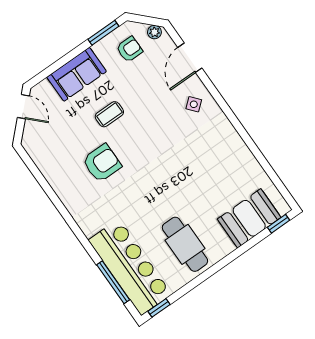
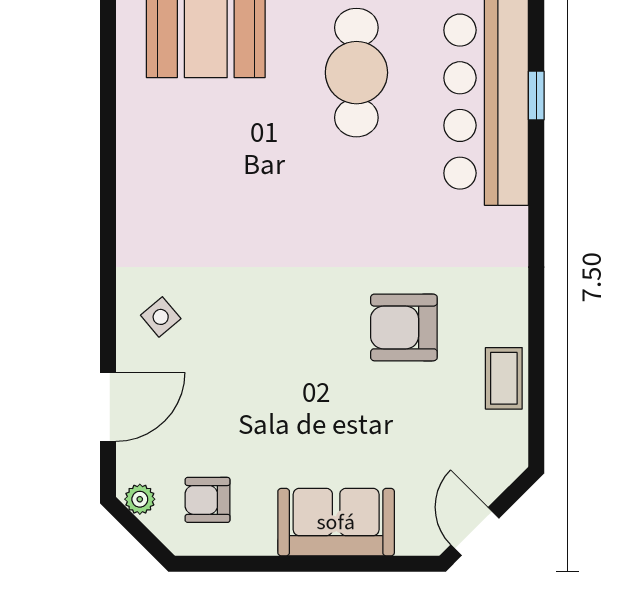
window: (103, 33) -> (234, 564), removed
coffee table: (109, 114) -> (504, 378), moved, turned 90
window: (113, 282) -> (536, 96), width x0.46

